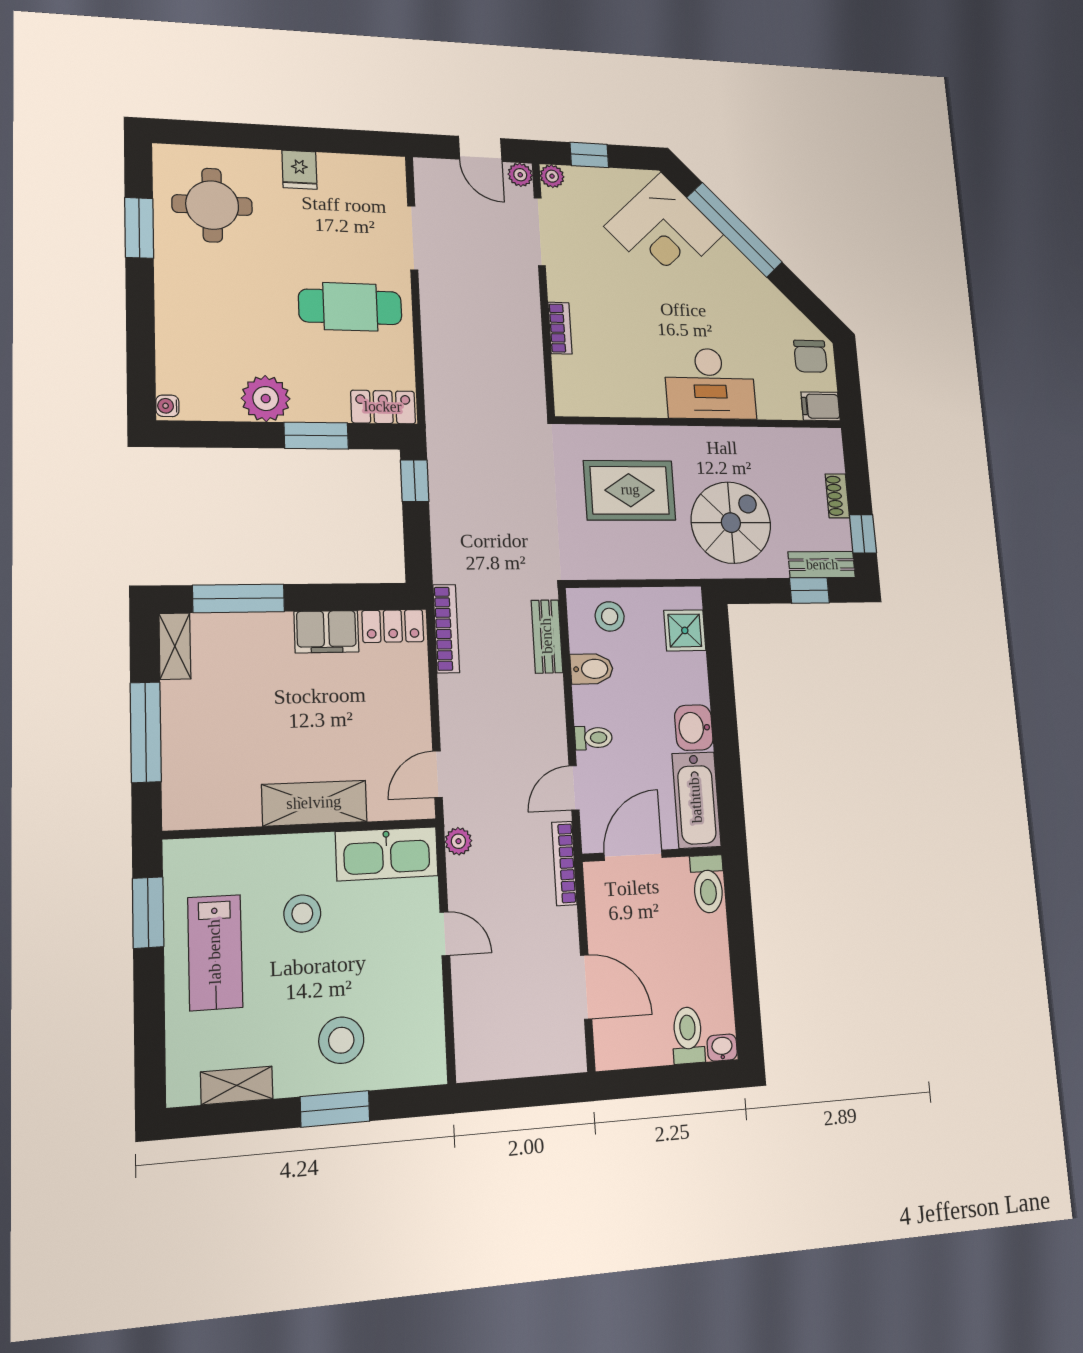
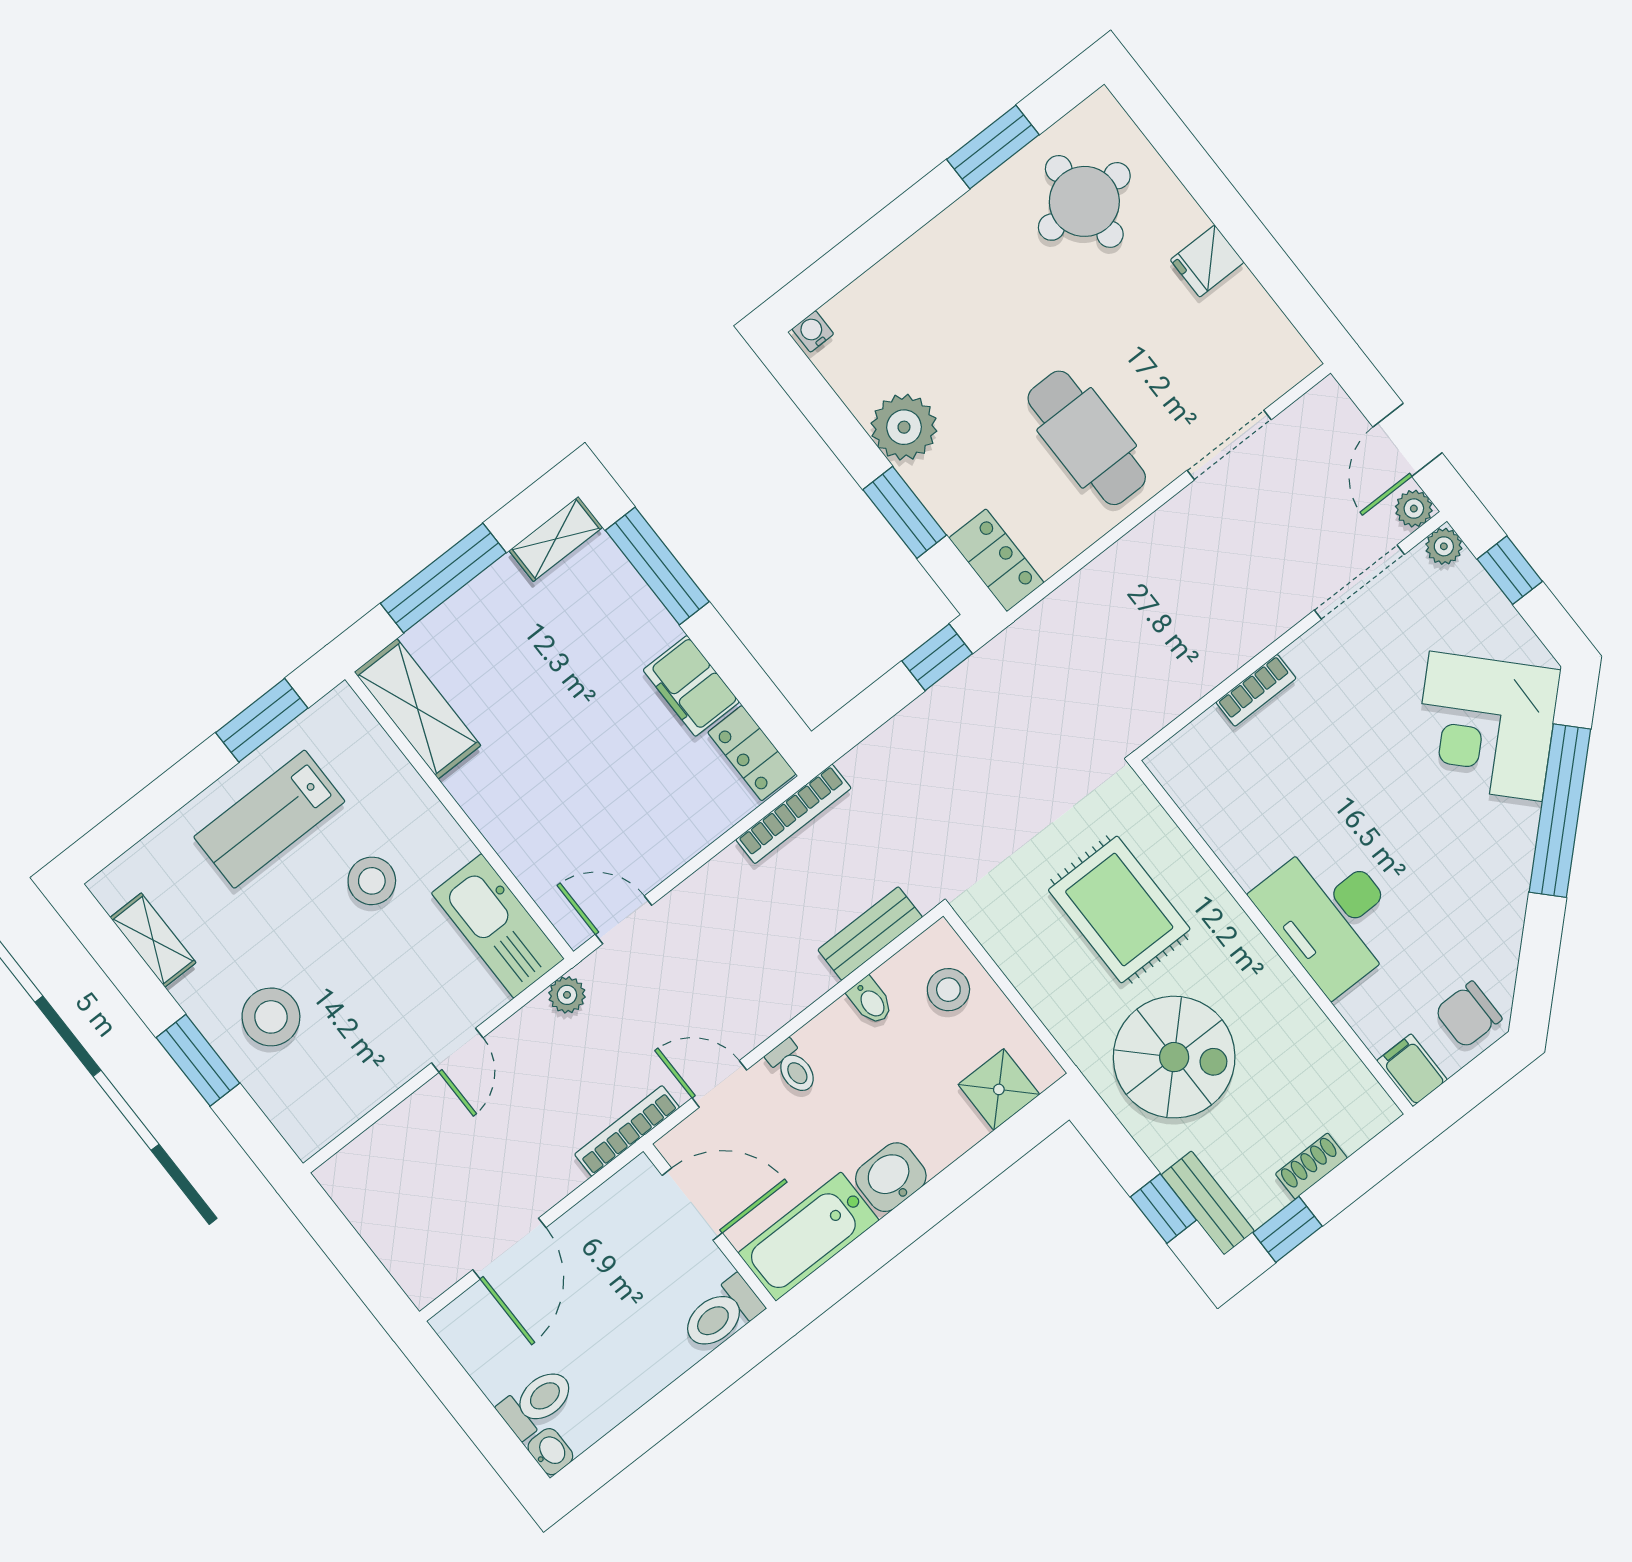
bidet: (592, 669) -> (871, 1001), width x0.72, depth x0.74
shelving: (314, 803) -> (417, 709), moved

